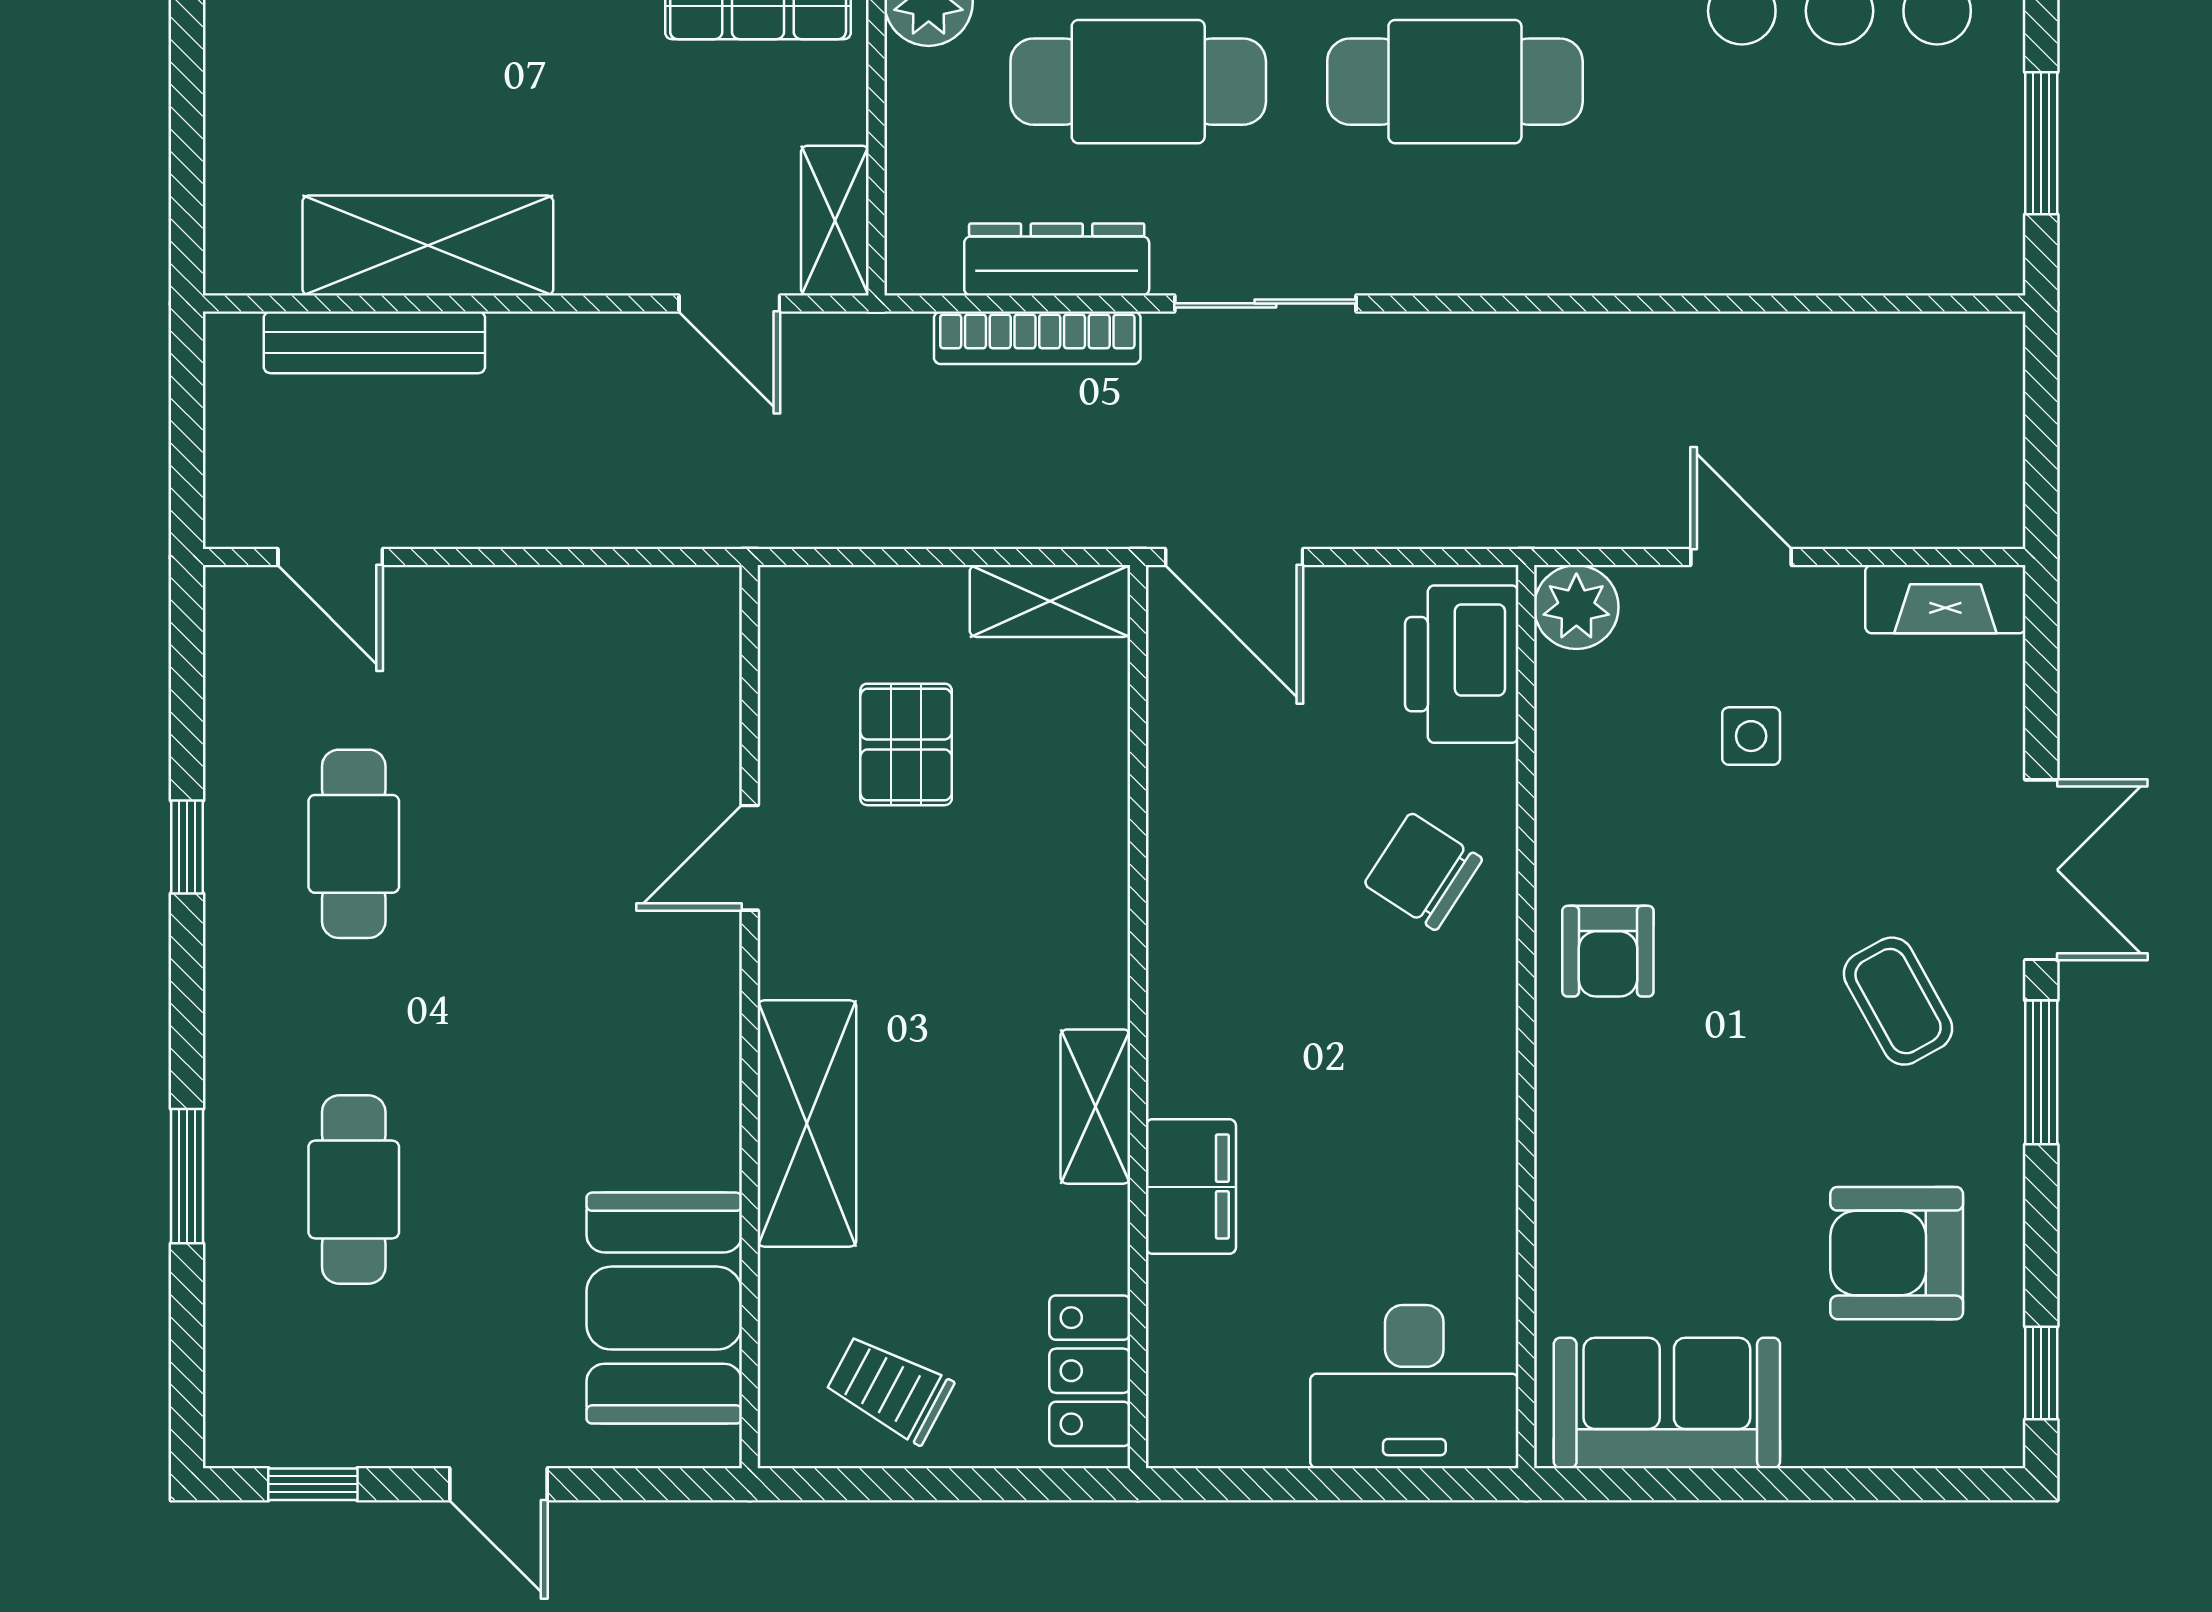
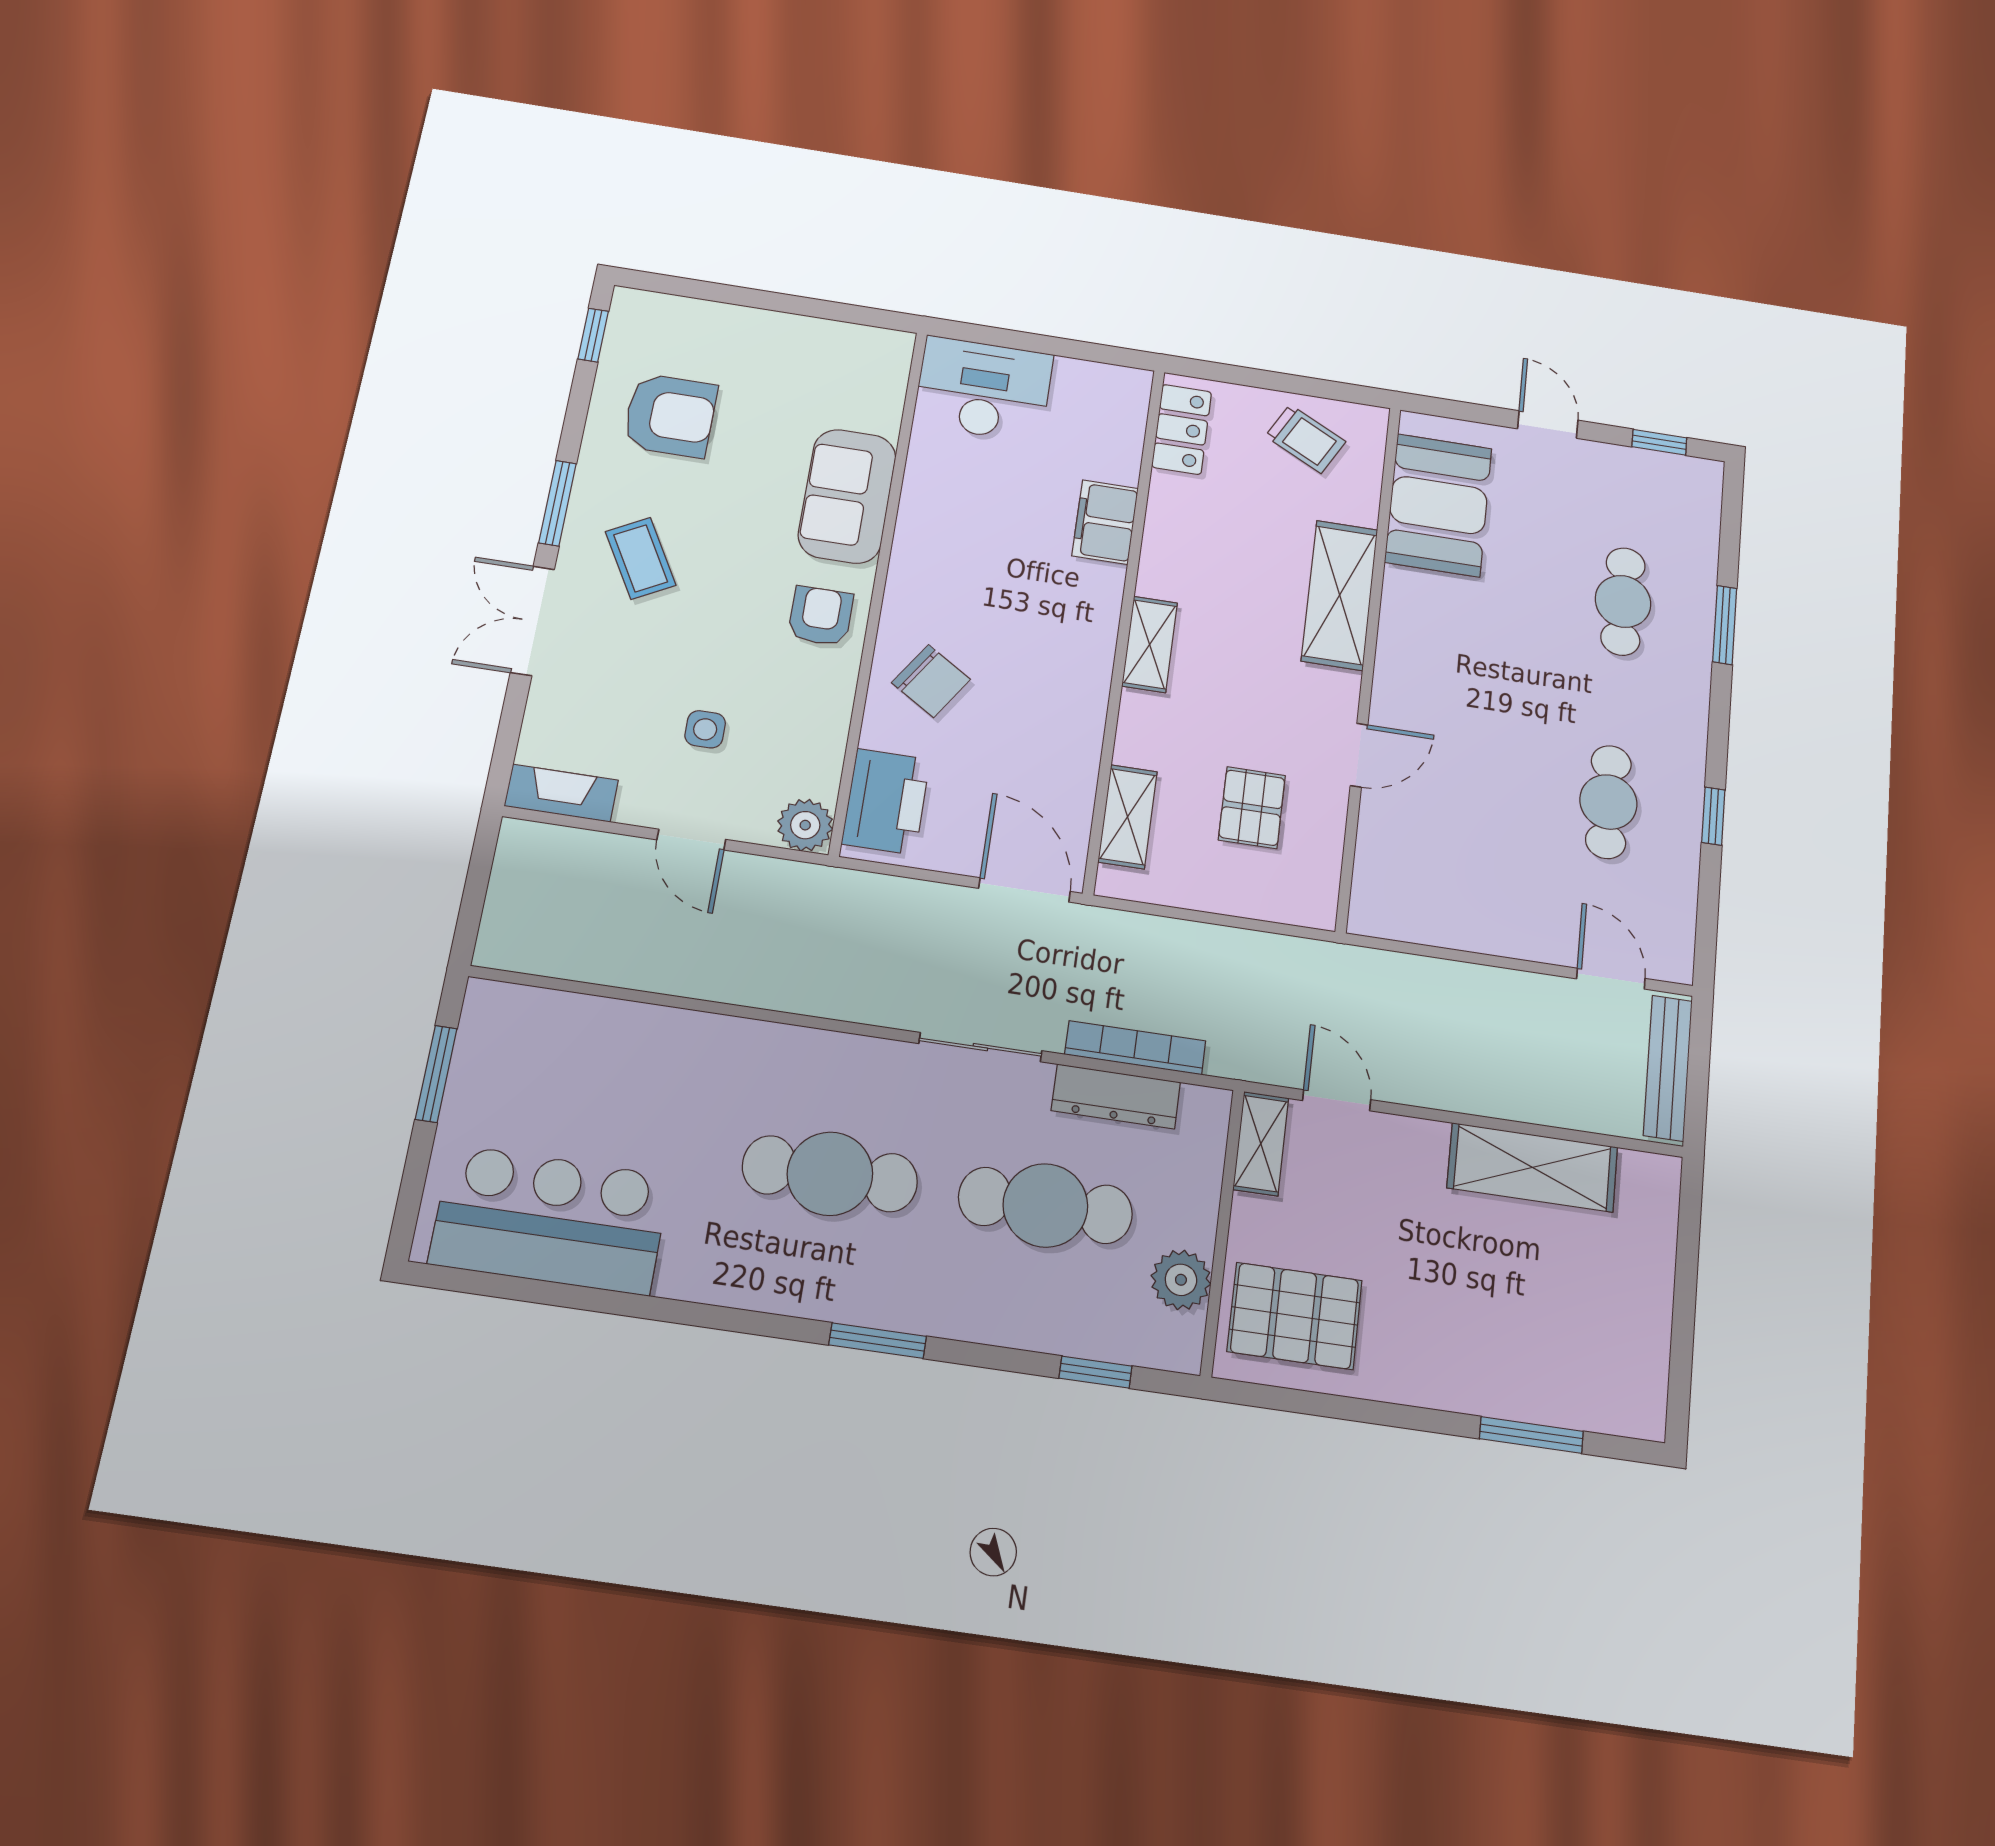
bench: (374, 342) -> (1668, 1068), moved, turned 90
shelving: (1050, 601) -> (1128, 817), moved, turned 90
shelving: (1095, 1107) -> (1150, 644), moved
sofa: (1667, 1403) -> (847, 496), moved, turned 90

